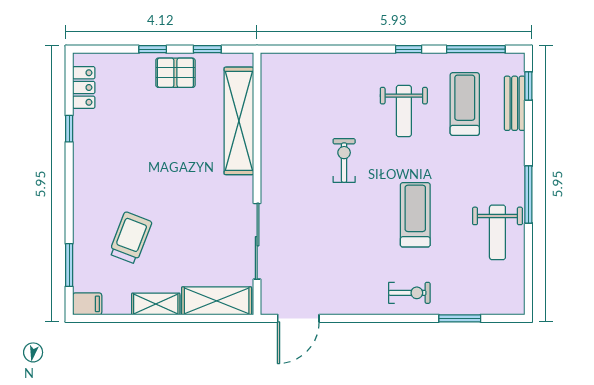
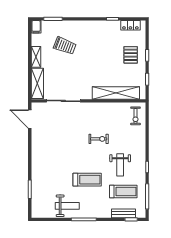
pallet: (175, 73) -> (131, 55), moved
weight bench: (404, 111) -> (120, 165), turned -90
treadmill: (415, 215) -> (87, 180), moved
weight bench: (497, 232) -> (67, 206), turned 180
exercise bike: (409, 293) -> (135, 116), moved

